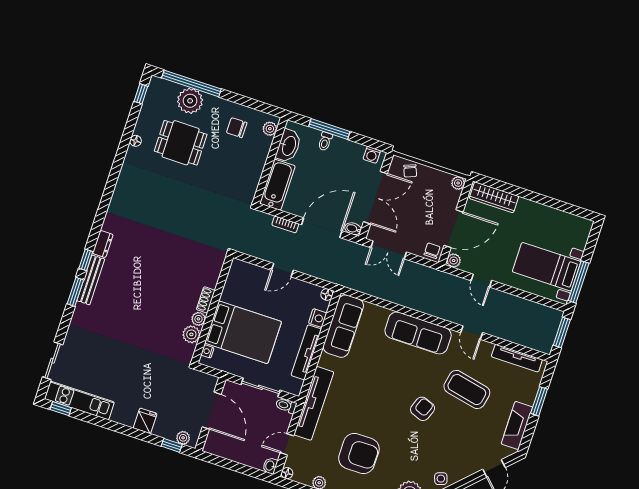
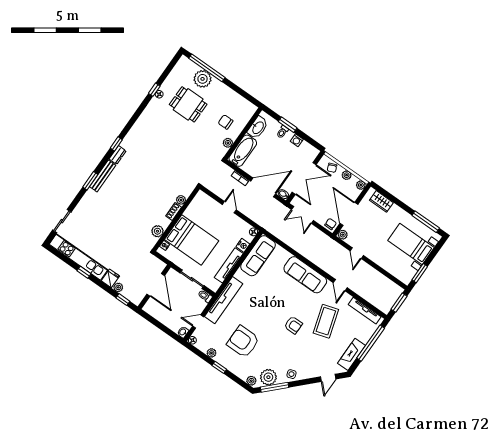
window: (141, 94) -> (154, 90), moved
chair: (237, 128) -> (226, 122), moved
plant: (270, 129) -> (228, 143), moved
window: (329, 129) -> (288, 125), width x0.69
washing machine: (372, 155) -> (297, 140), moved
plant: (434, 175) -> (347, 175), added
wardrobe: (494, 197) -> (381, 201), width x0.67
window: (565, 207) -> (426, 222), added
door: (453, 229) -> (349, 214), swing flipped
window: (86, 260) -> (116, 144), moved
bed with nightstands: (547, 267) -> (411, 244), moved
door: (282, 270) -> (229, 207), swing flipped
window: (579, 282) -> (420, 273), width x0.69
plant: (198, 319) -> (181, 200), moved
coffee table: (467, 390) -> (326, 321), turned 61
kitchen unit: (79, 400) -> (78, 257), width x1.36
window: (539, 401) -> (371, 343), width x2.11
window: (61, 409) -> (84, 272), moved
armchair: (423, 409) -> (293, 325), turned 69
plant: (183, 438) -> (118, 287), moved
armchair: (359, 453) -> (243, 342), turned 180

